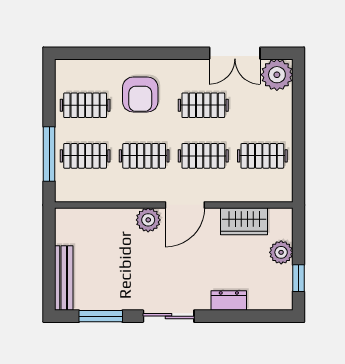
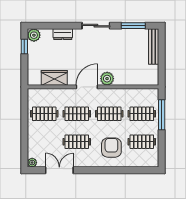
plant: (277, 75) -> (32, 163), width x0.53, depth x0.53
plant: (281, 252) -> (34, 35), moved

